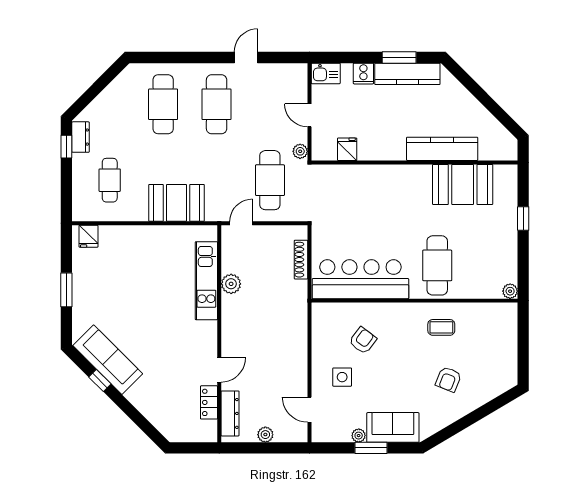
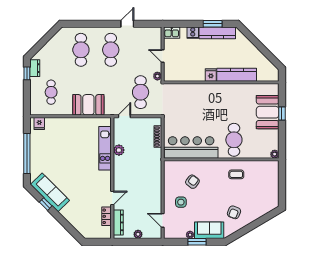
fridge: (347, 149) -> (211, 75), moved
booth: (463, 184) -> (268, 112), moved, turned 90
window: (66, 290) -> (27, 153), width x2.11
armchair: (448, 379) -> (234, 212), moved

